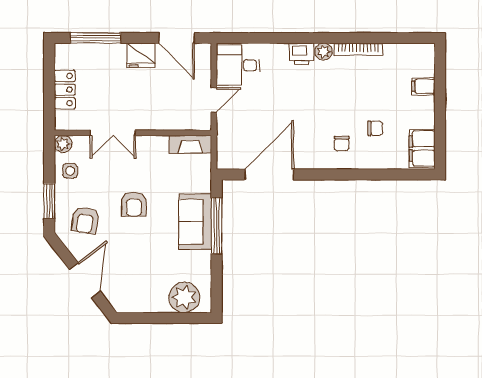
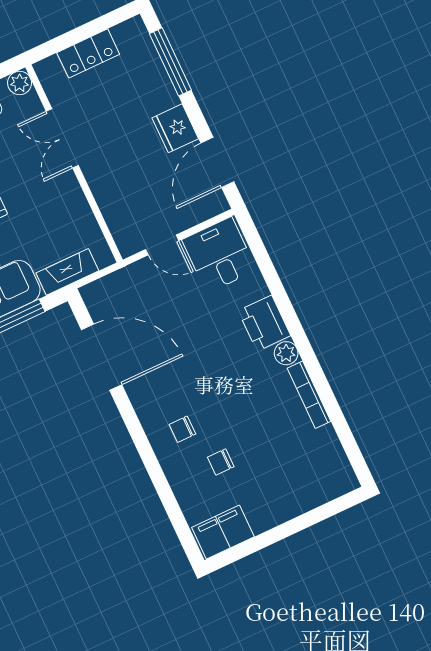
printer: (301, 54) -> (264, 323), width x1.36, depth x1.24
filing cabinet: (423, 86) -> (301, 497), removed
chair: (375, 128) -> (221, 462), turned 90
fireplace: (190, 144) -> (67, 272), moved, turned 90

